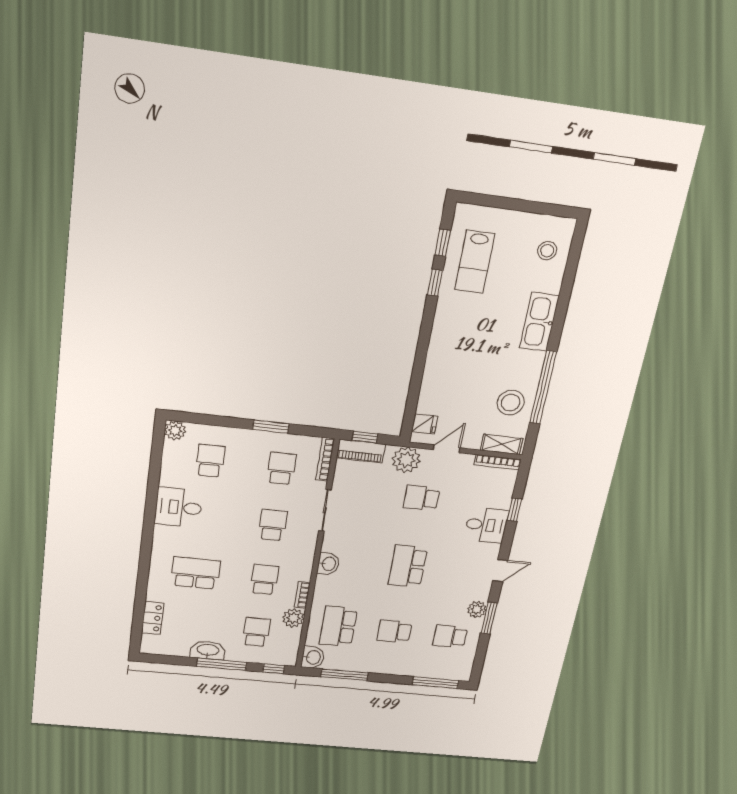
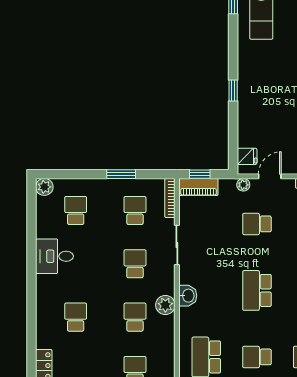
window: (435, 283) -> (233, 91), moved
plant: (406, 460) -> (243, 185), width x0.53, depth x0.53
school desk: (196, 573) -> (76, 317), width x0.54
bookcase: (302, 595) -> (170, 329), removed
plant: (293, 618) -> (165, 305), moved

